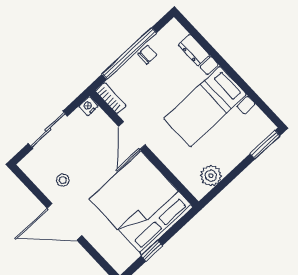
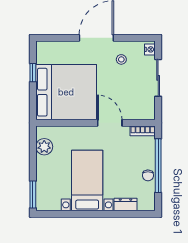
nightstand: (88, 106) -> (150, 49), moved

